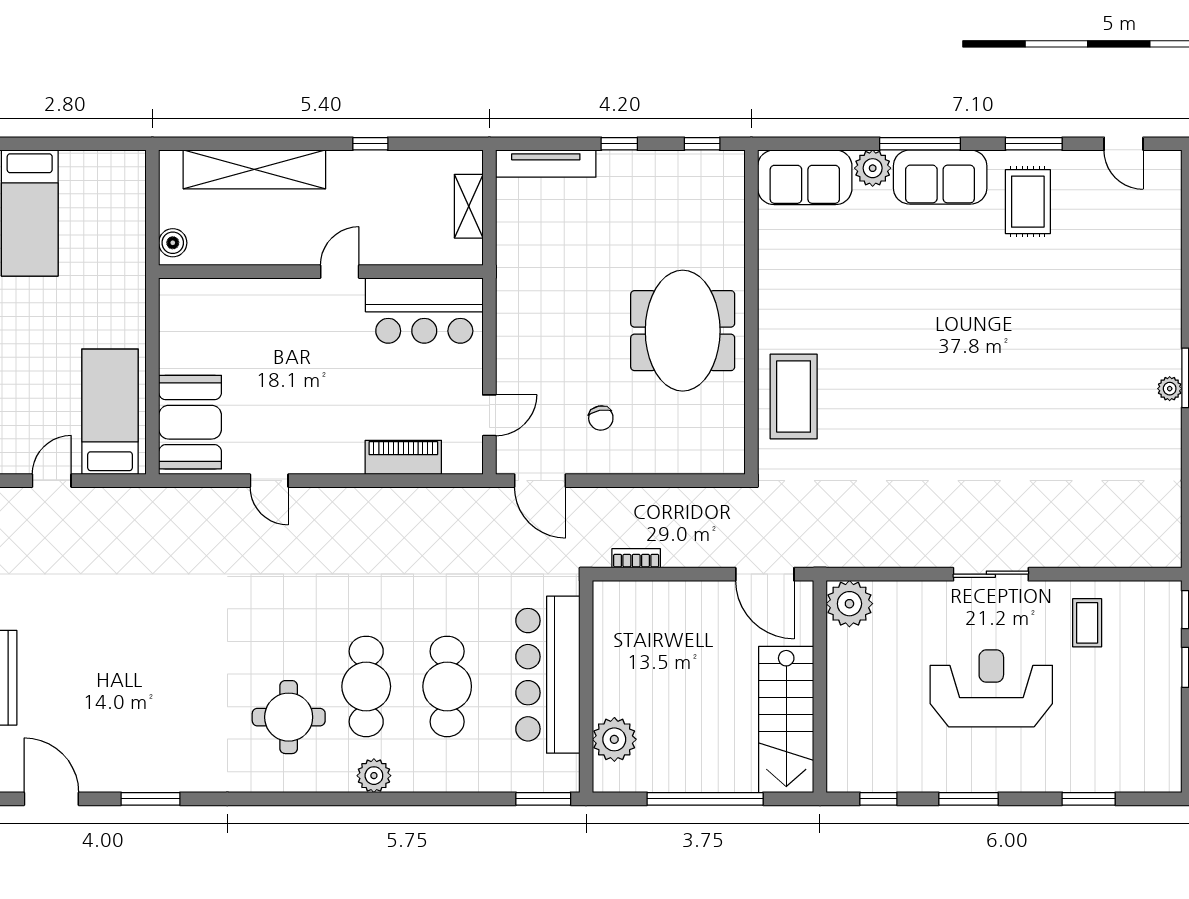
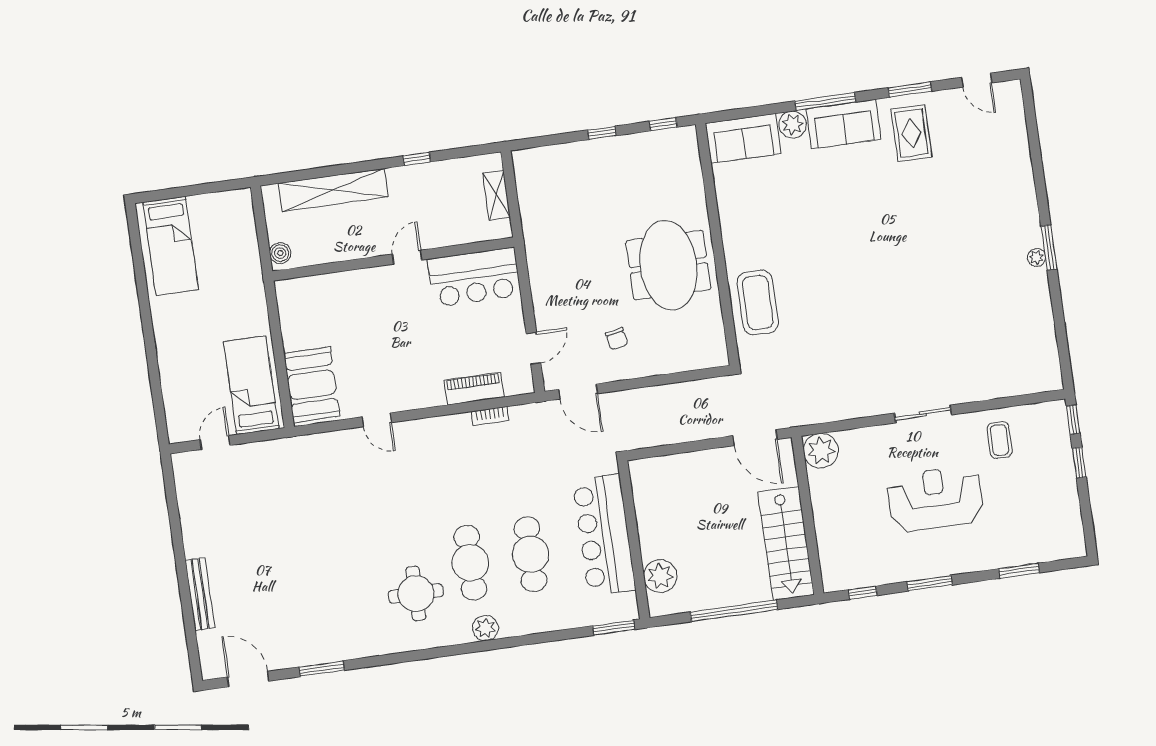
tv unit: (546, 164) -> (549, 155), removed
bookcase: (636, 558) -> (490, 416), moved, turned 180

